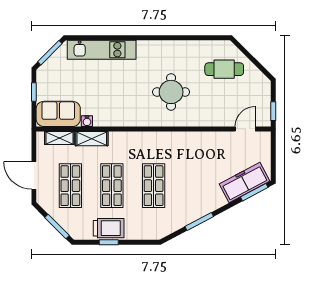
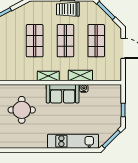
sofa: (58, 114) -> (63, 94), moved
shelving: (59, 138) -> (48, 76), moved

